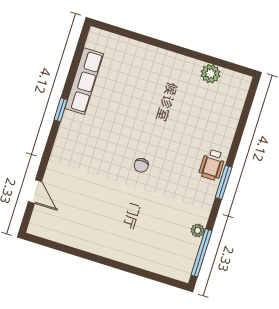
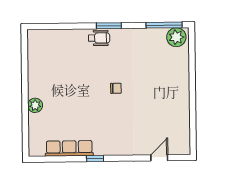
plant: (210, 74) -> (35, 105), moved
plant: (198, 230) -> (176, 37), moved, width x1.87, depth x1.87

